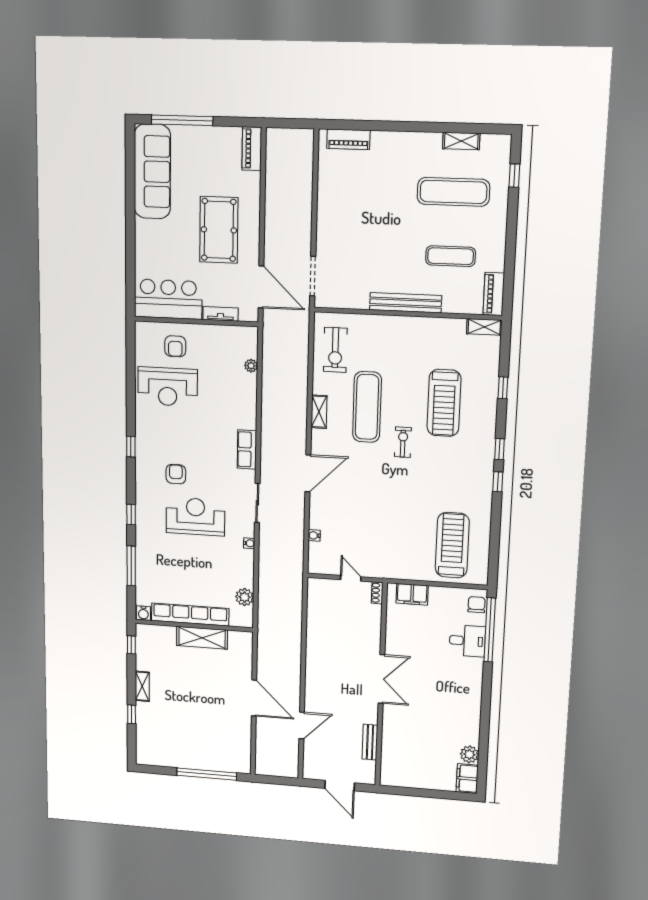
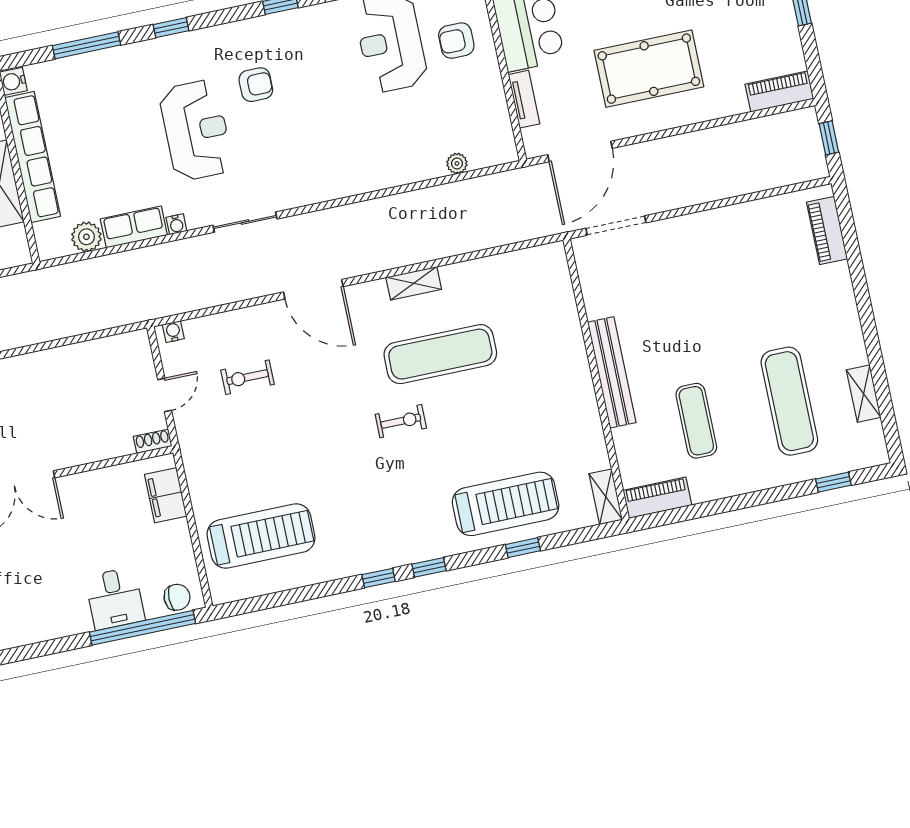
window: (289, 123) -> (829, 138), added
exercise bike: (335, 350) -> (247, 377), moved, width x0.73, depth x0.72
treadmill: (444, 403) -> (506, 504), moved, turned 180
row of seats: (247, 449) -> (134, 227), moved
water cooler: (314, 535) -> (173, 332), moved

